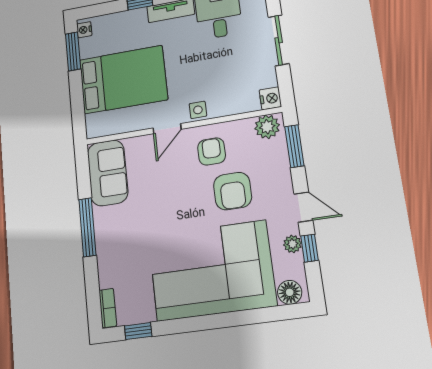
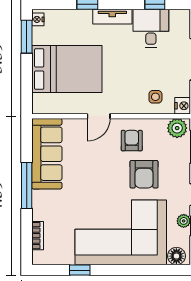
side table: (198, 110) -> (155, 97), moved
sofa: (108, 173) -> (47, 154), width x1.36
bookcase: (108, 308) -> (38, 236), moved
window: (138, 331) -> (80, 270), moved

